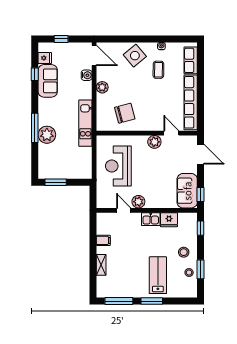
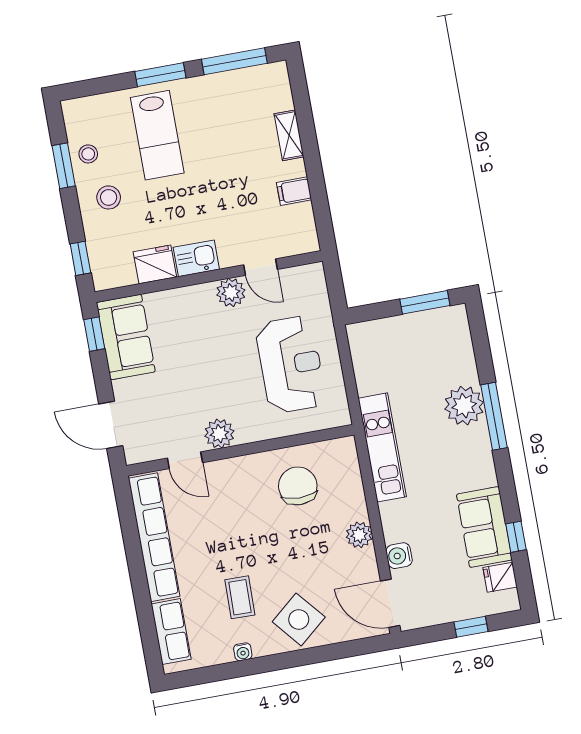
chair: (125, 113) -> (298, 486), turned 105

